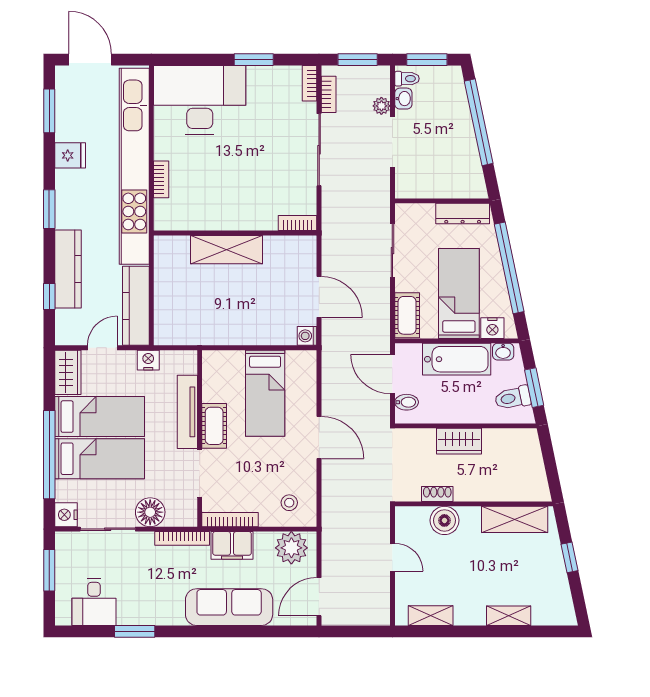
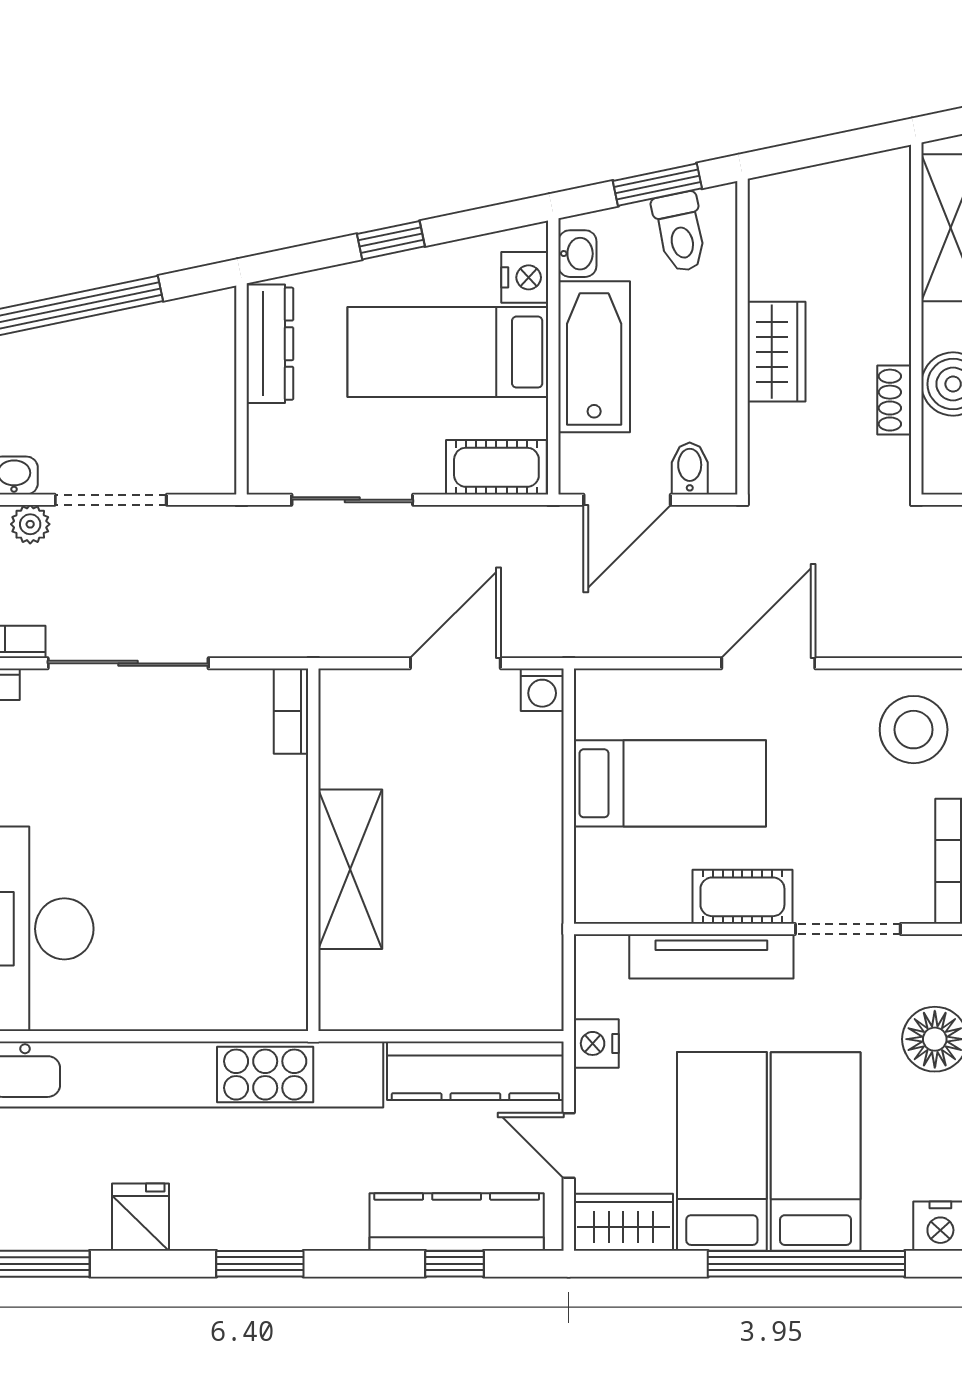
bookcase: (161, 179) -> (194, 1015), removed
window: (509, 268) -> (391, 240), width x0.32
kitchen counter: (68, 269) -> (457, 1222), moved
stool: (289, 503) -> (914, 730), width x1.89, depth x1.89

